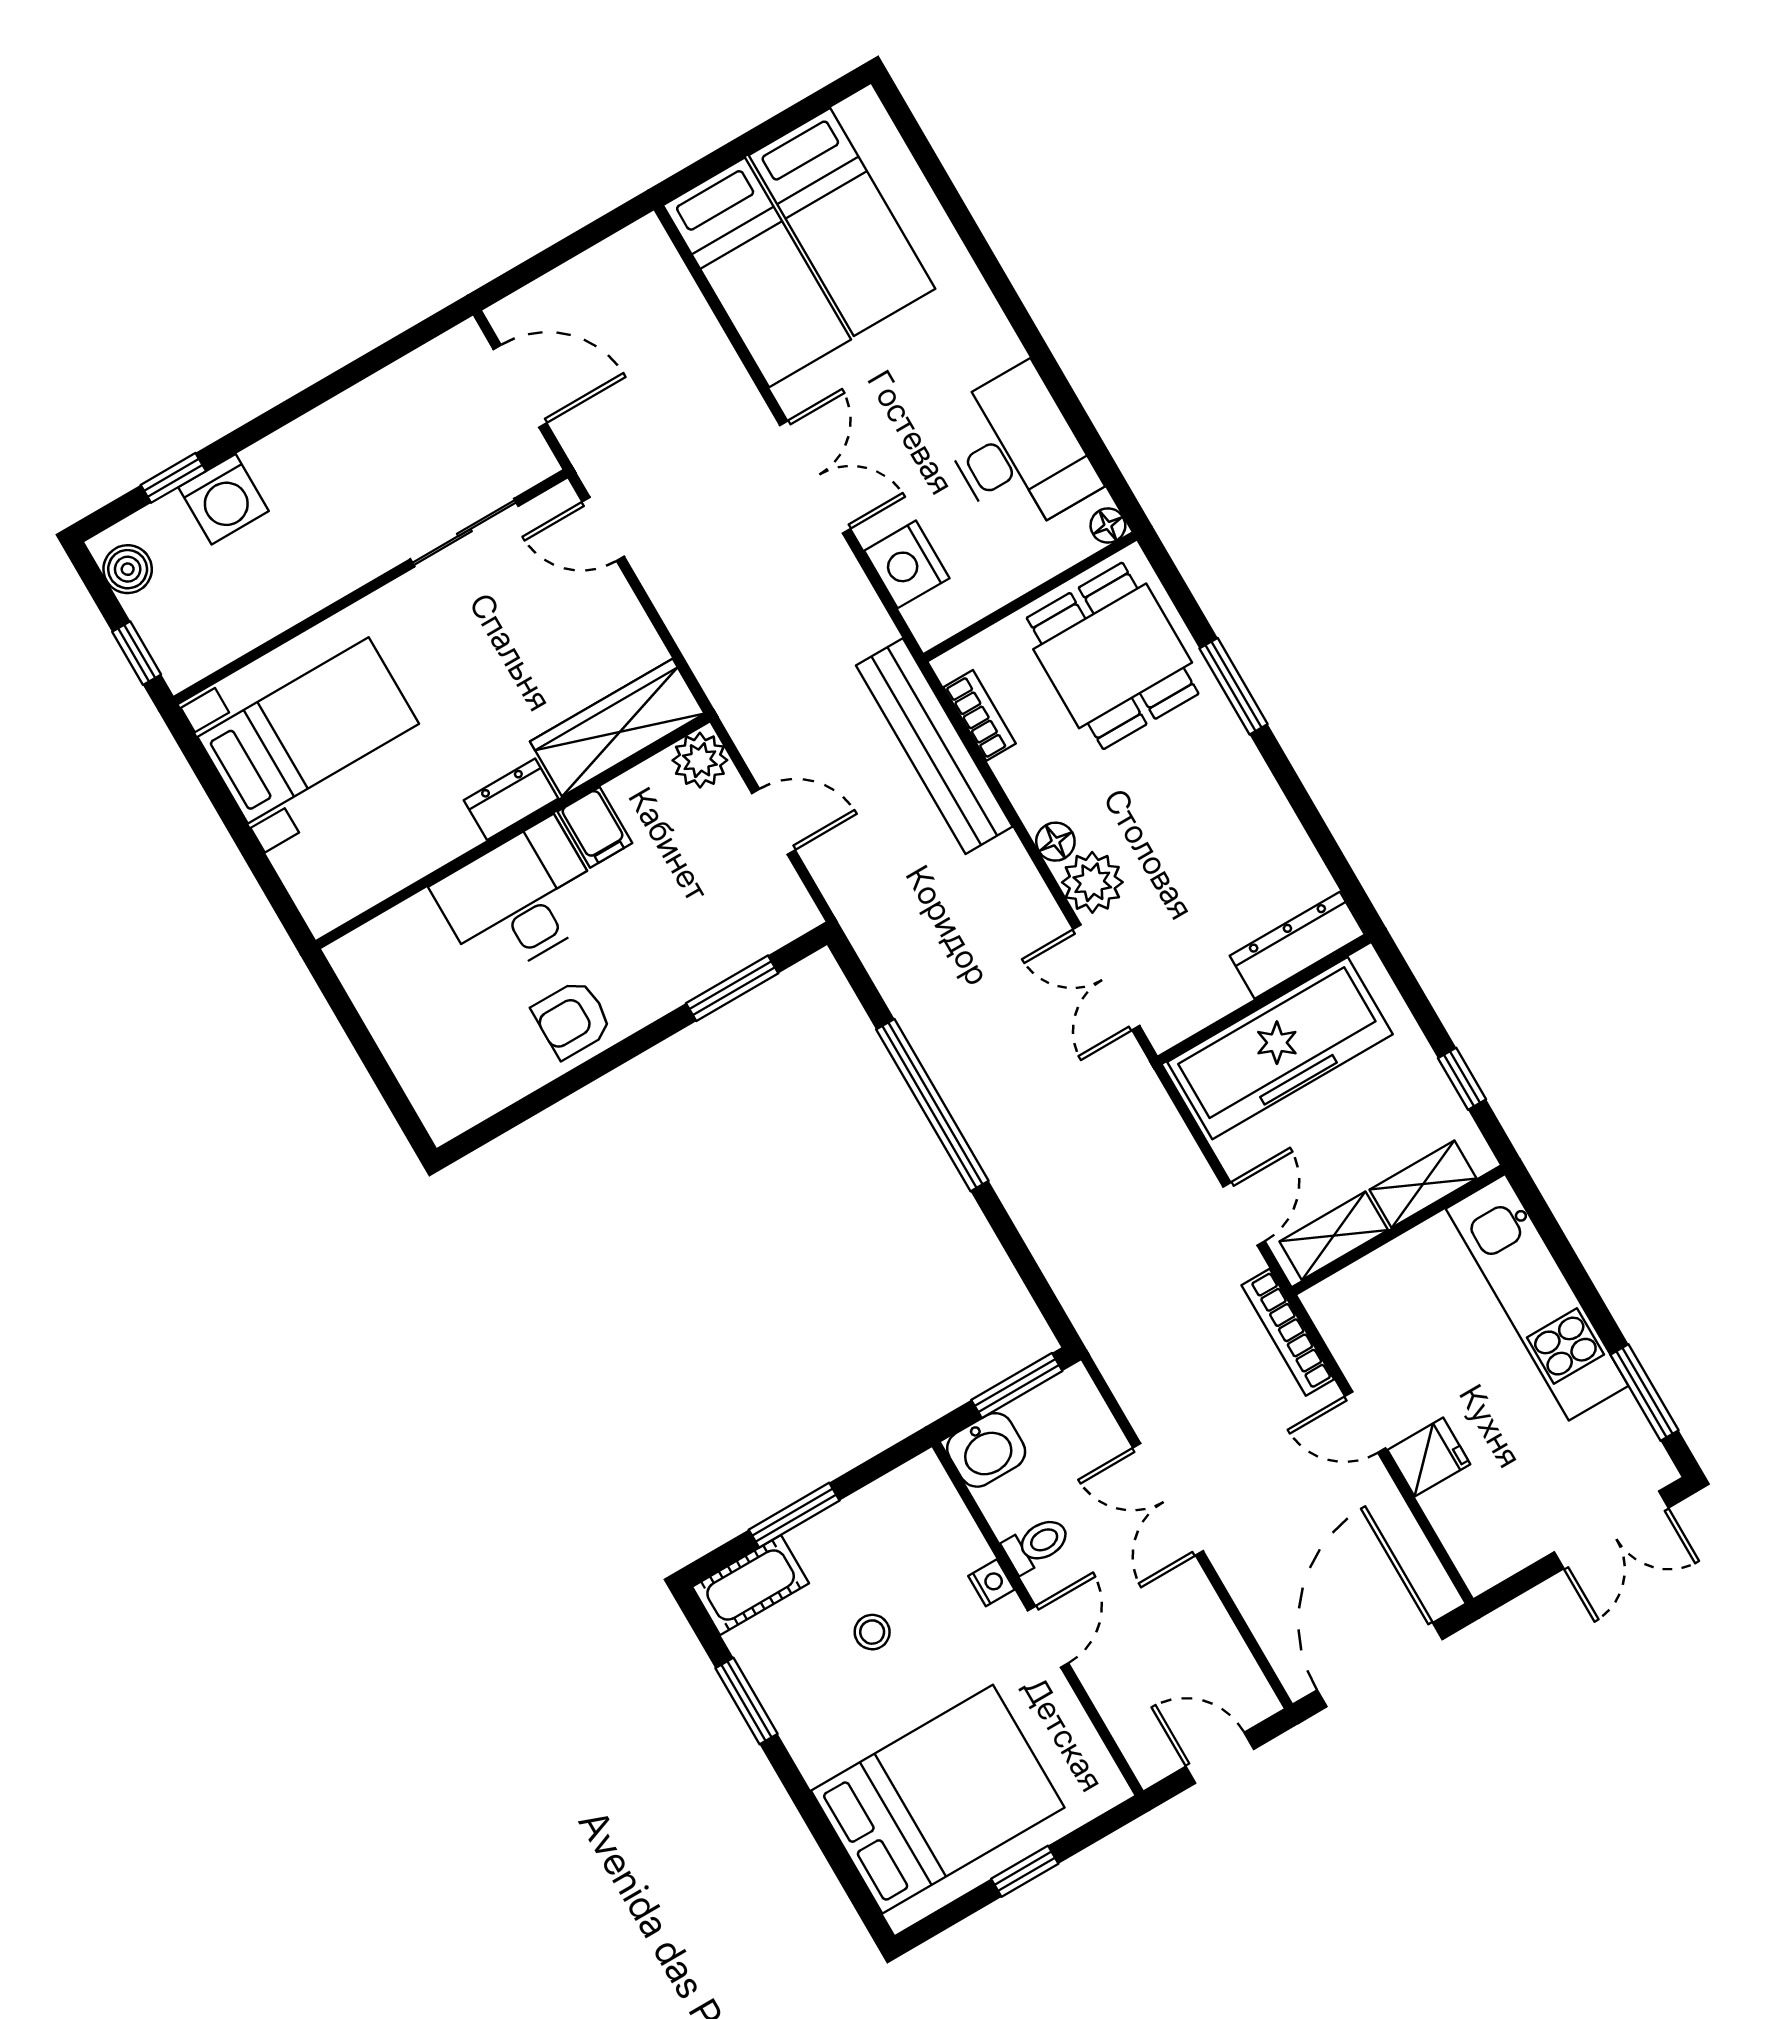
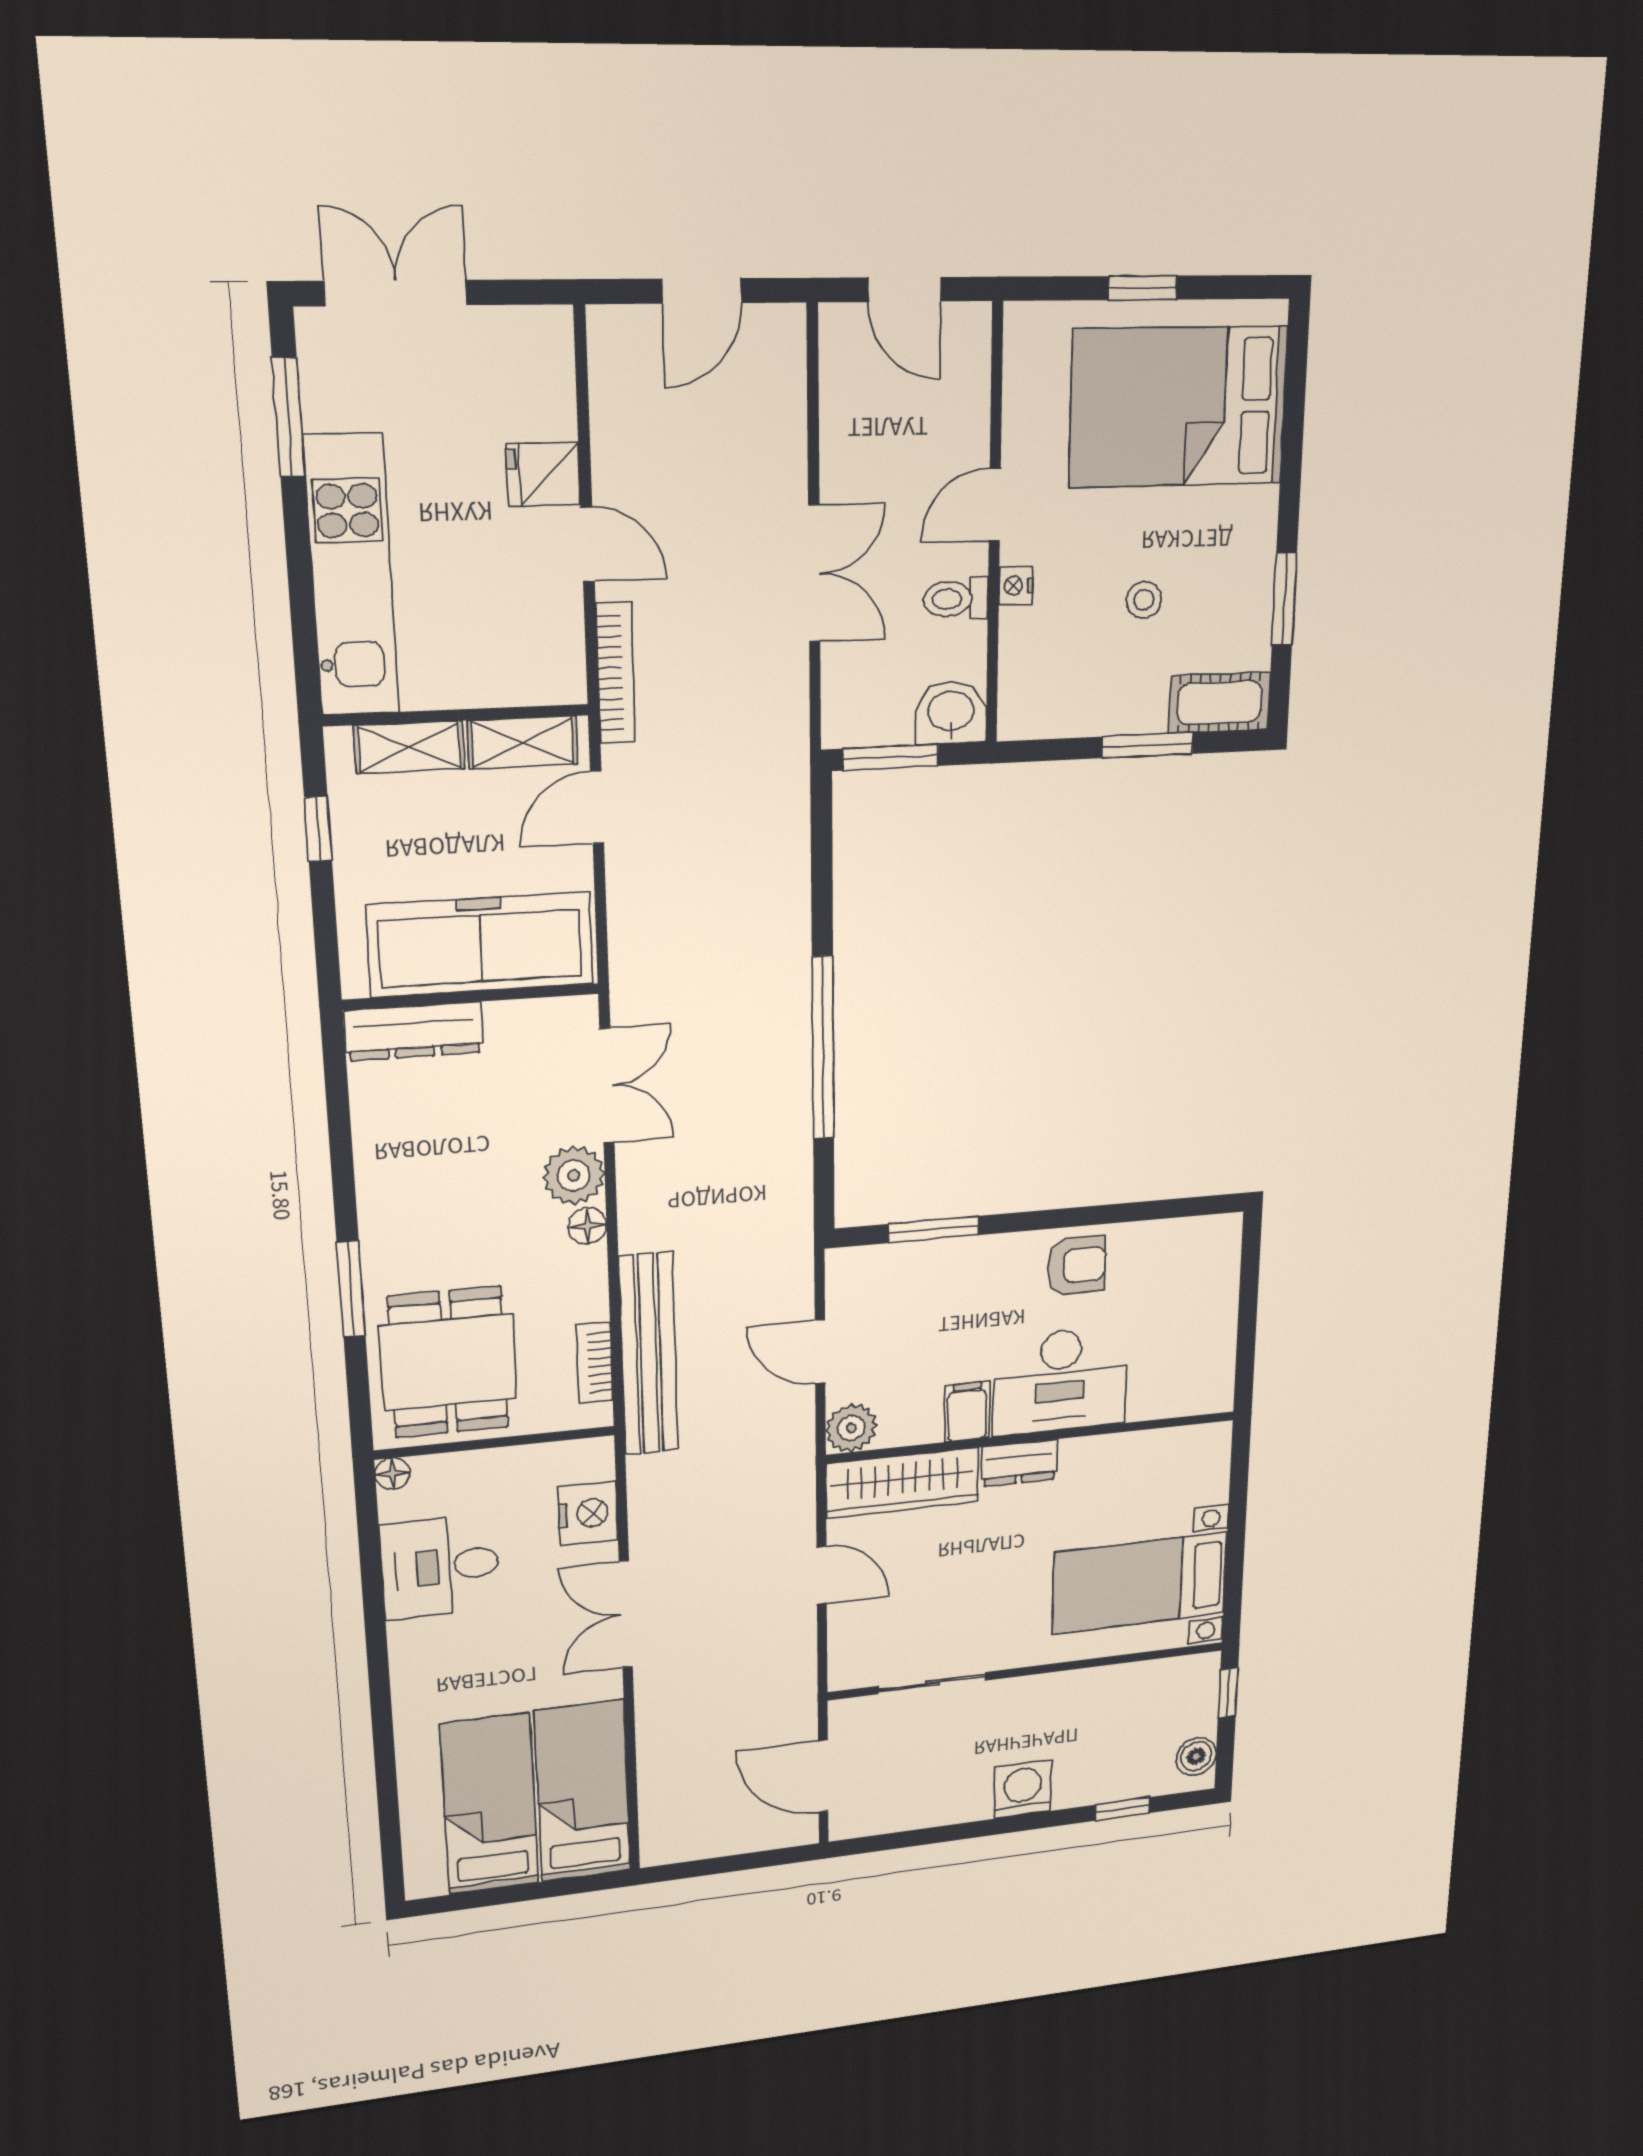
desk: (1017, 451) -> (440, 1567), width x0.73
washing machine: (224, 499) -> (1023, 1789), moved
door: (603, 529) -> (822, 1576), moved
door: (1380, 1665) -> (702, 291), width x0.53

